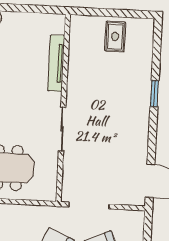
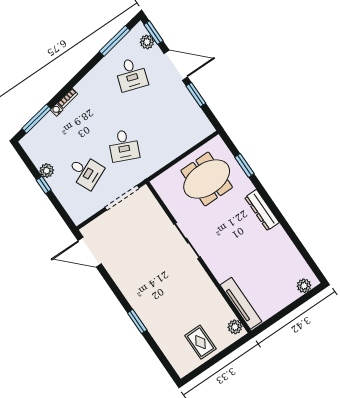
plant: (77, 27) -> (235, 327), added
tv unit: (56, 63) -> (241, 303), moved

